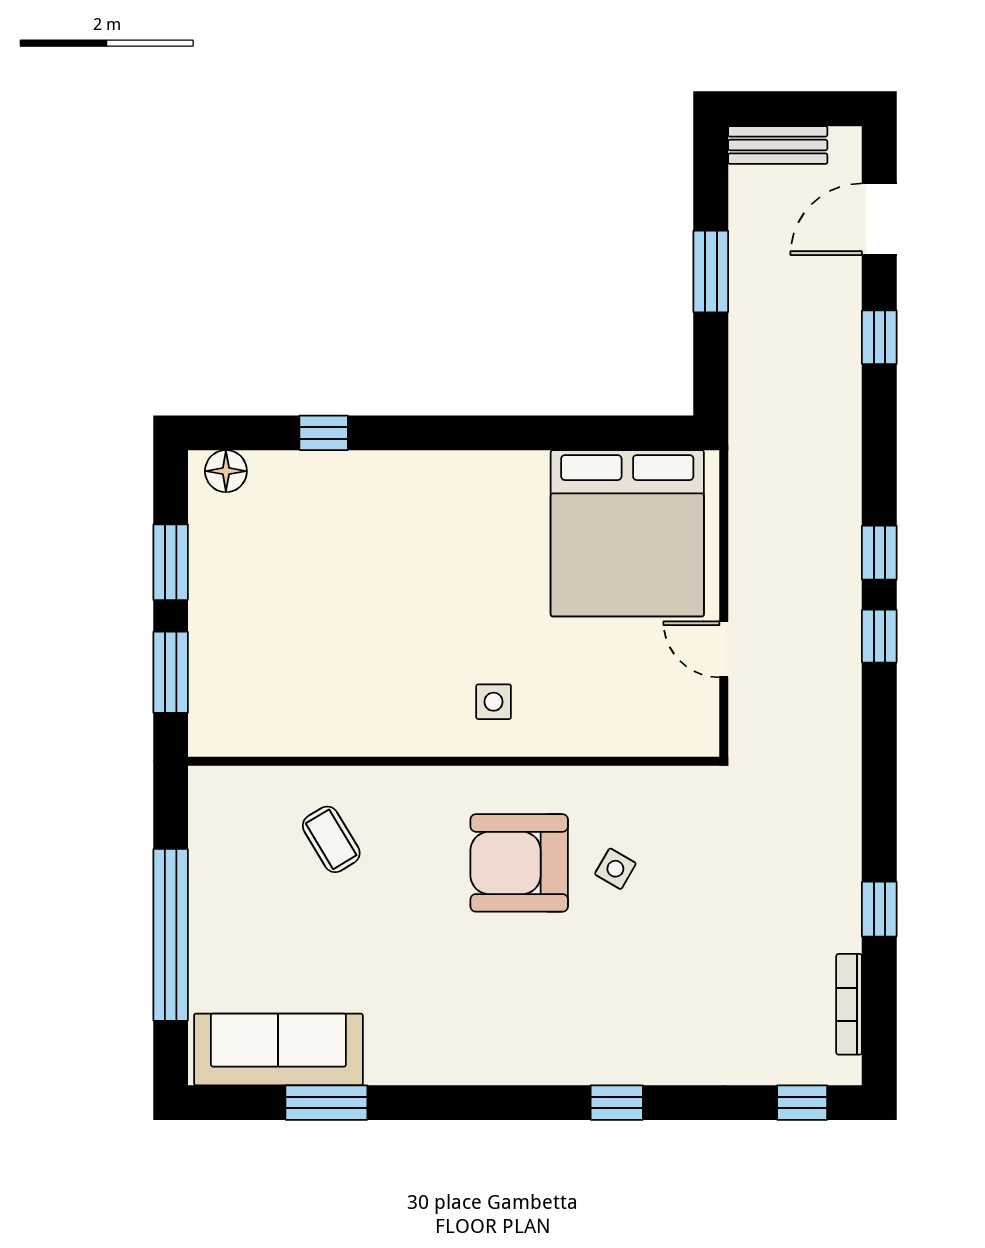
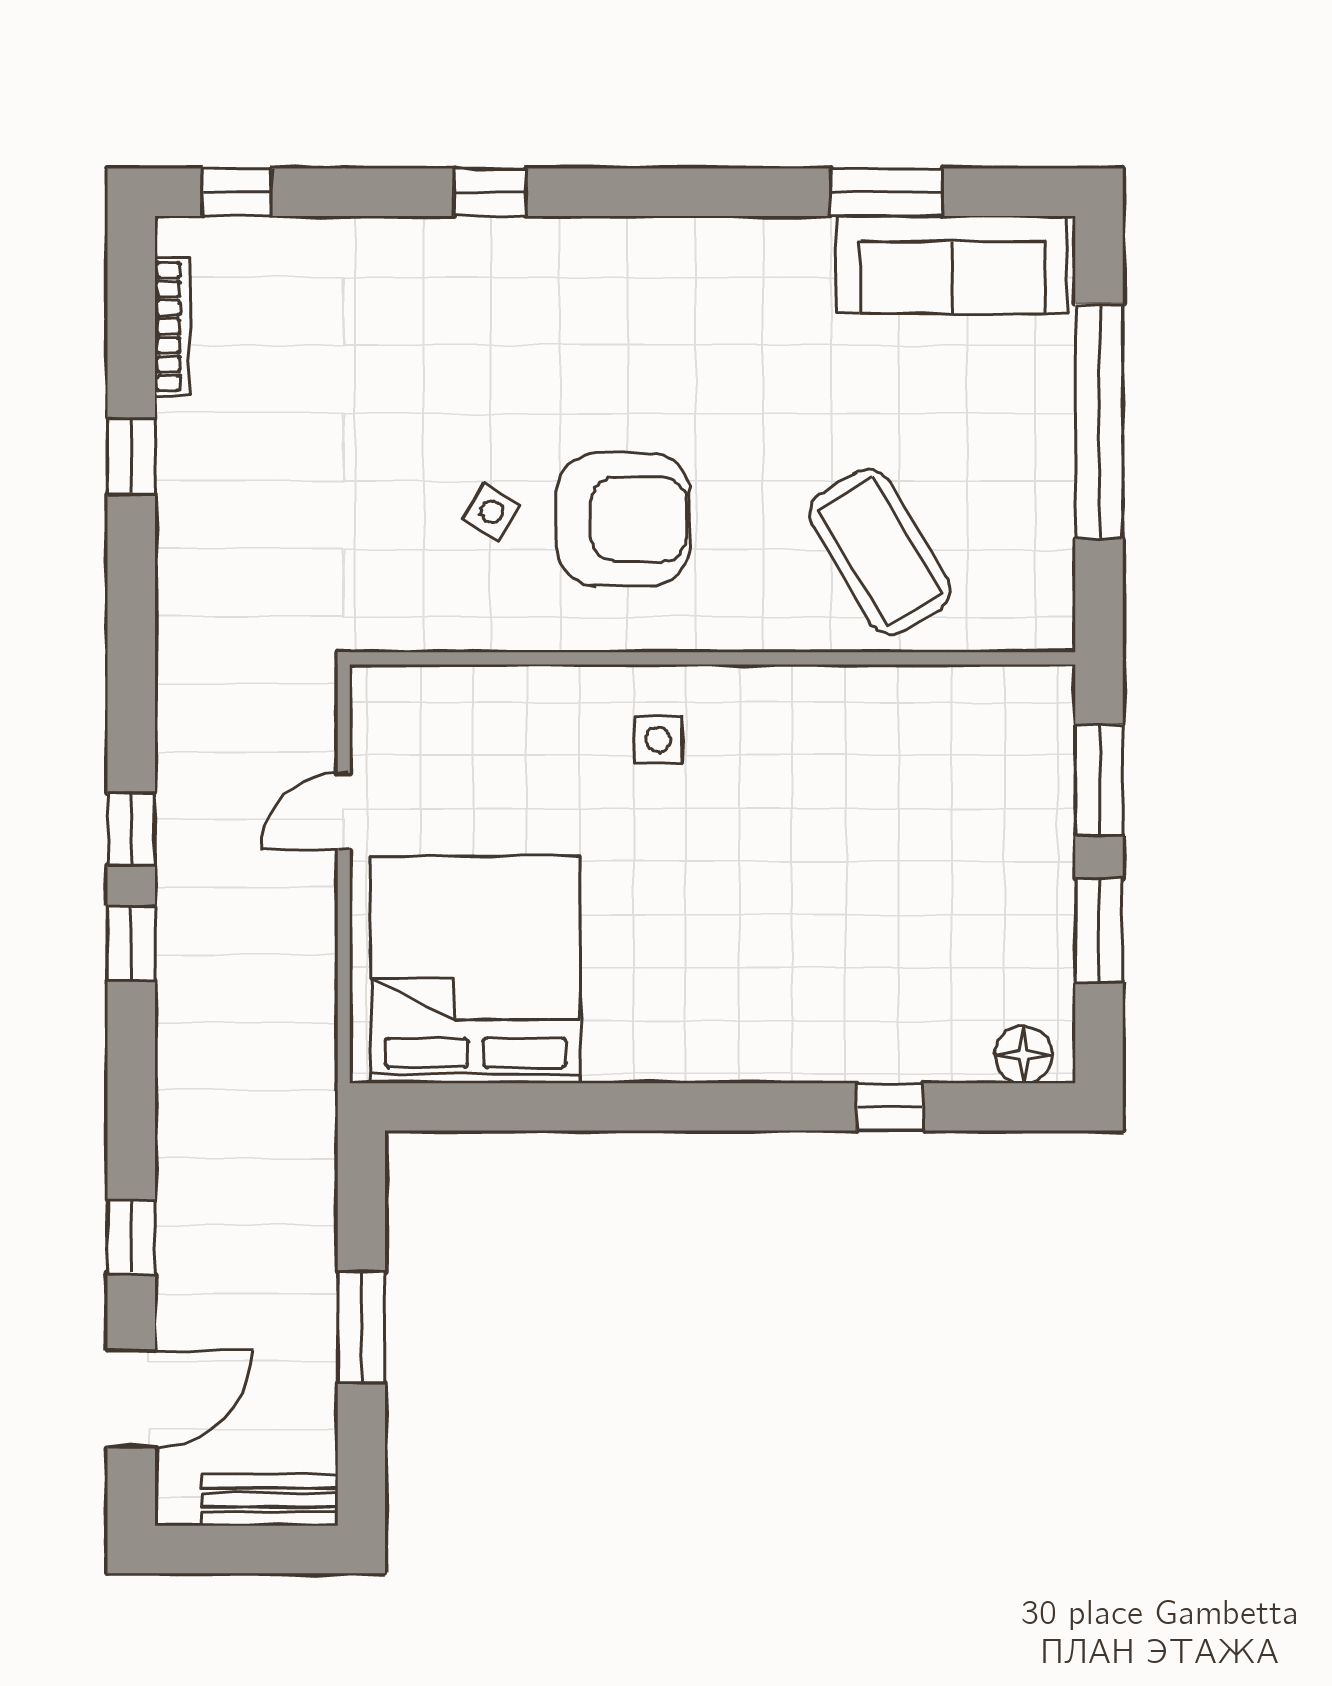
door: (724, 649) -> (344, 811), swing flipped
coffee table: (331, 839) -> (880, 552), width x1.86, depth x1.72

